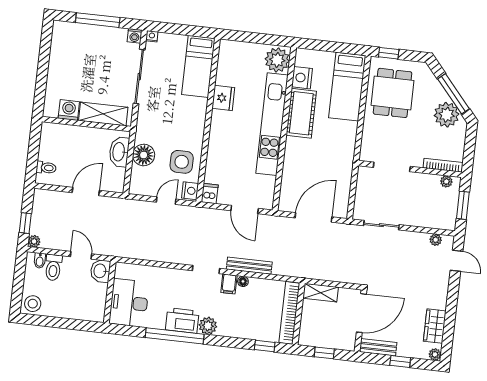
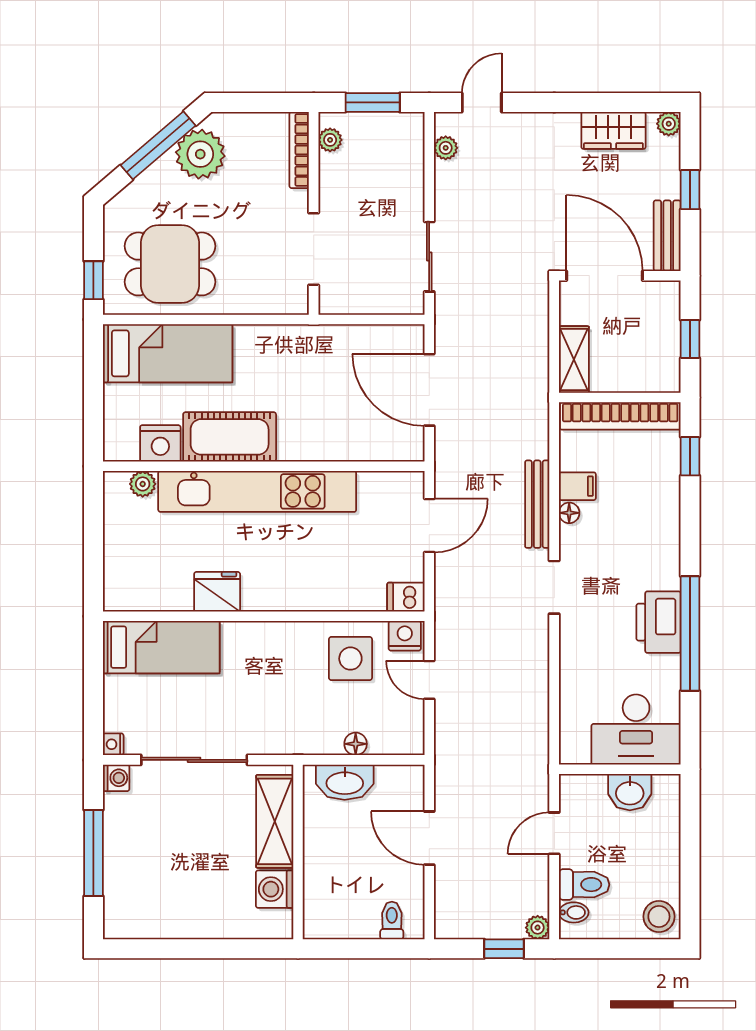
plant: (277, 60) -> (143, 484), width x0.53, depth x0.53
floor lamp: (144, 155) -> (356, 744), width x0.53, depth x0.53
washbasin: (100, 271) -> (630, 792), moved
filing cabinet: (229, 284) -> (577, 486), moved
plant: (208, 326) -> (663, 571), removed

